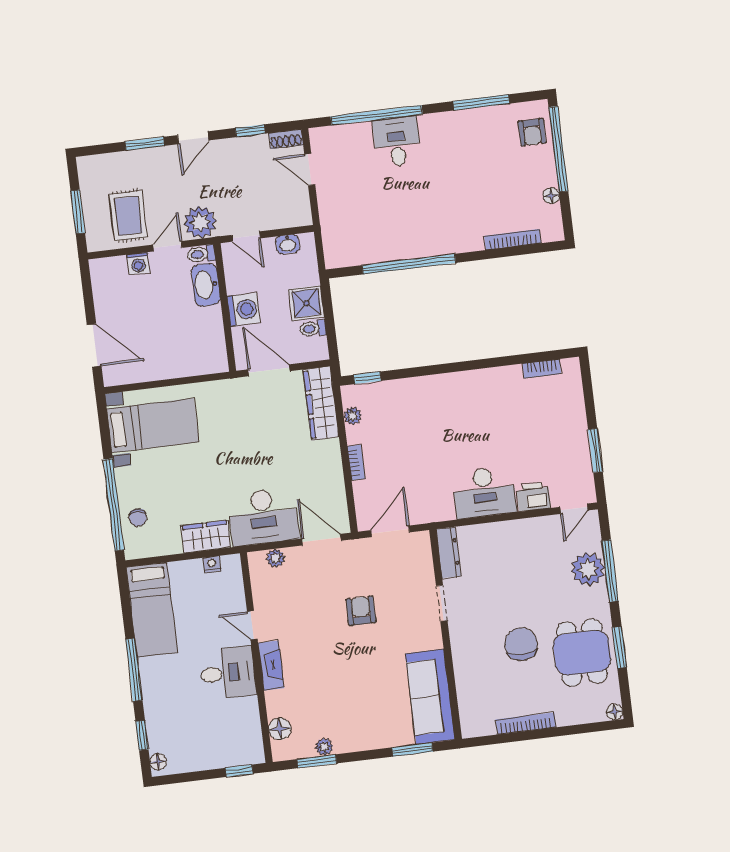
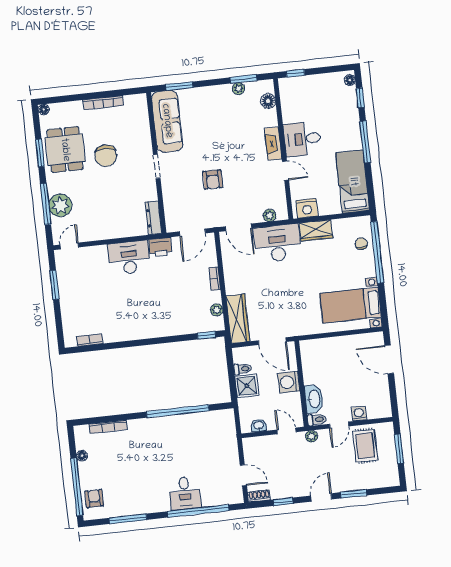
plant: (200, 222) -> (312, 436), width x0.53, depth x0.53
printer: (533, 497) -> (160, 247), moved
nightstand: (212, 564) -> (307, 208), width x1.89, depth x1.79
doorway: (442, 603) -> (157, 166), moved

